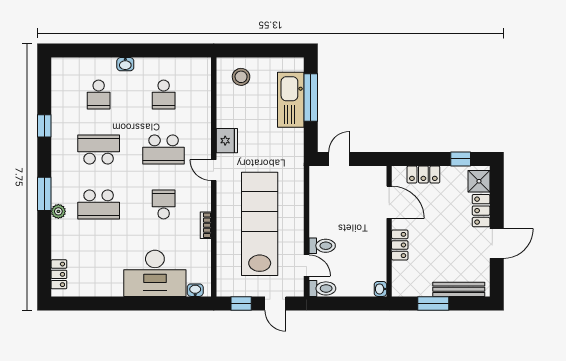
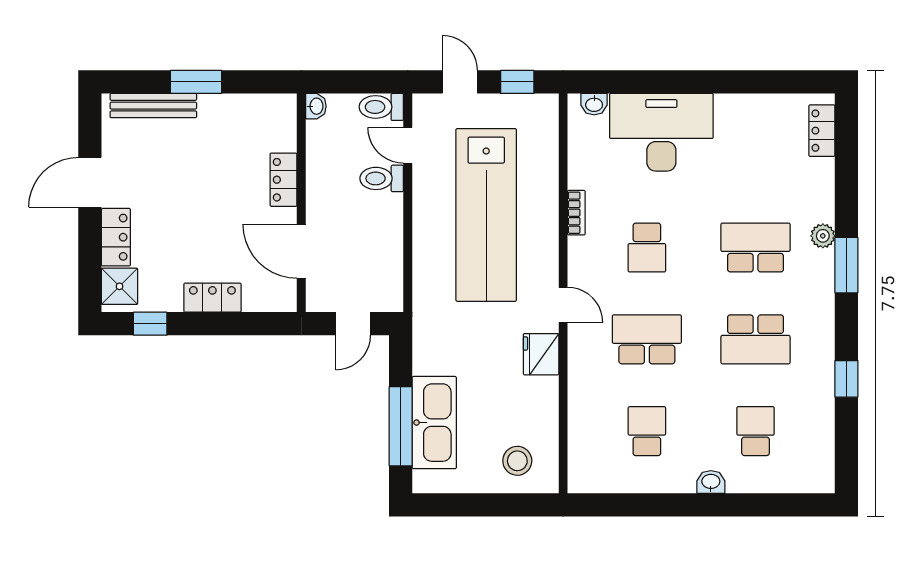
door: (389, 202) -> (301, 251), moved
wall: (389, 231) -> (301, 203), moved
locker: (400, 245) -> (284, 180), moved
washbasin: (380, 289) -> (316, 106), moved

